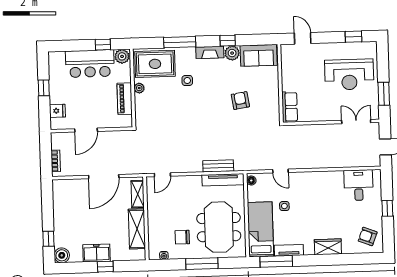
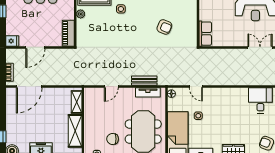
piano: (125, 99) -> (68, 33), moved
armchair: (240, 101) -> (164, 27), turned 121
fridge: (57, 111) -> (12, 41), moved
door: (162, 175) -> (111, 87), moved
door: (104, 177) -> (29, 87), moved
tv unit: (223, 180) -> (148, 92), width x0.71

